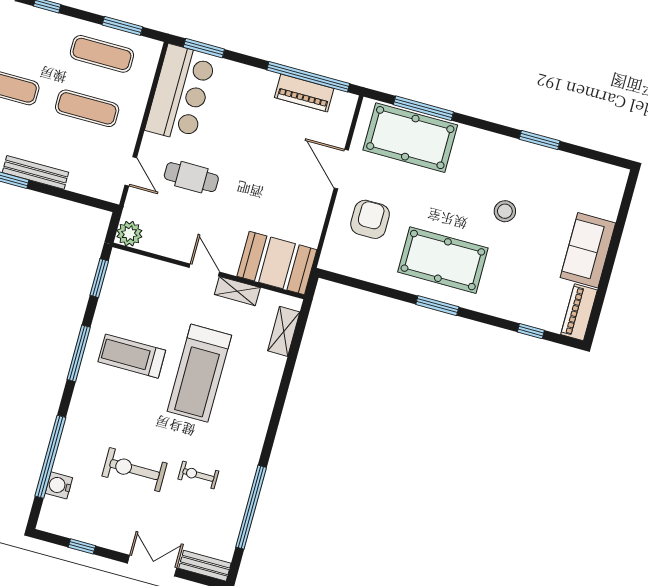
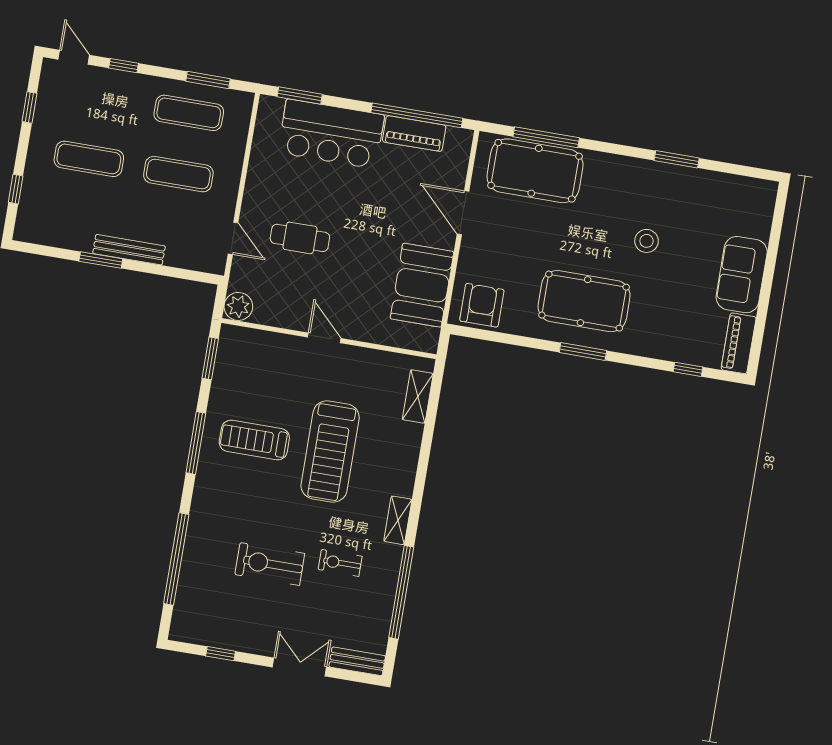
bar counter: (180, 93) -> (331, 134), moved, turned 90
armchair: (370, 219) -> (482, 305), moved
booth: (277, 263) -> (422, 285), moved, turned 90
shelving: (237, 291) -> (398, 520), moved, turned 90
water cooler: (59, 485) -> (189, 589), removed

